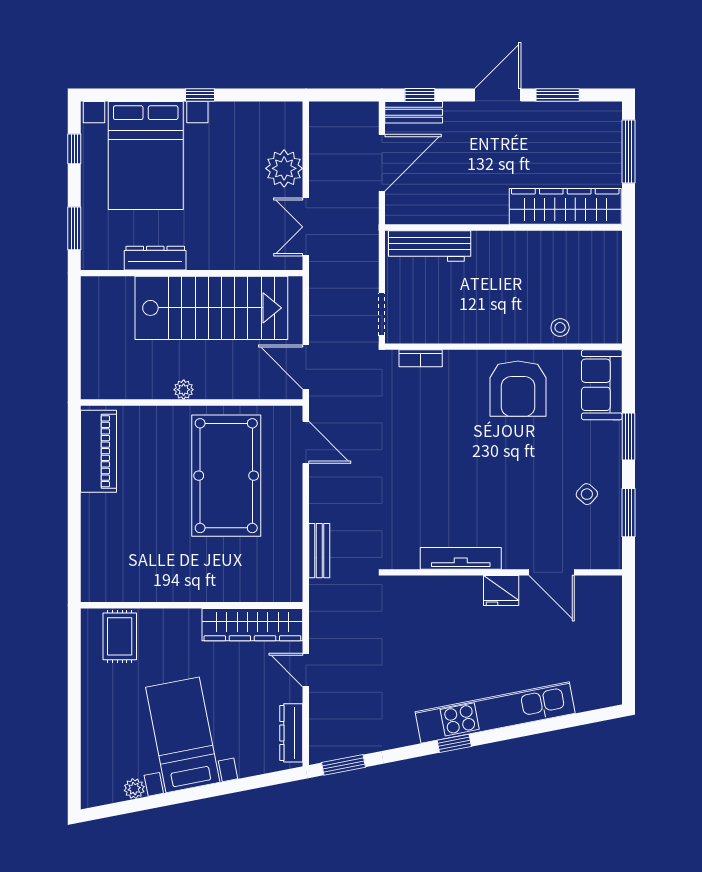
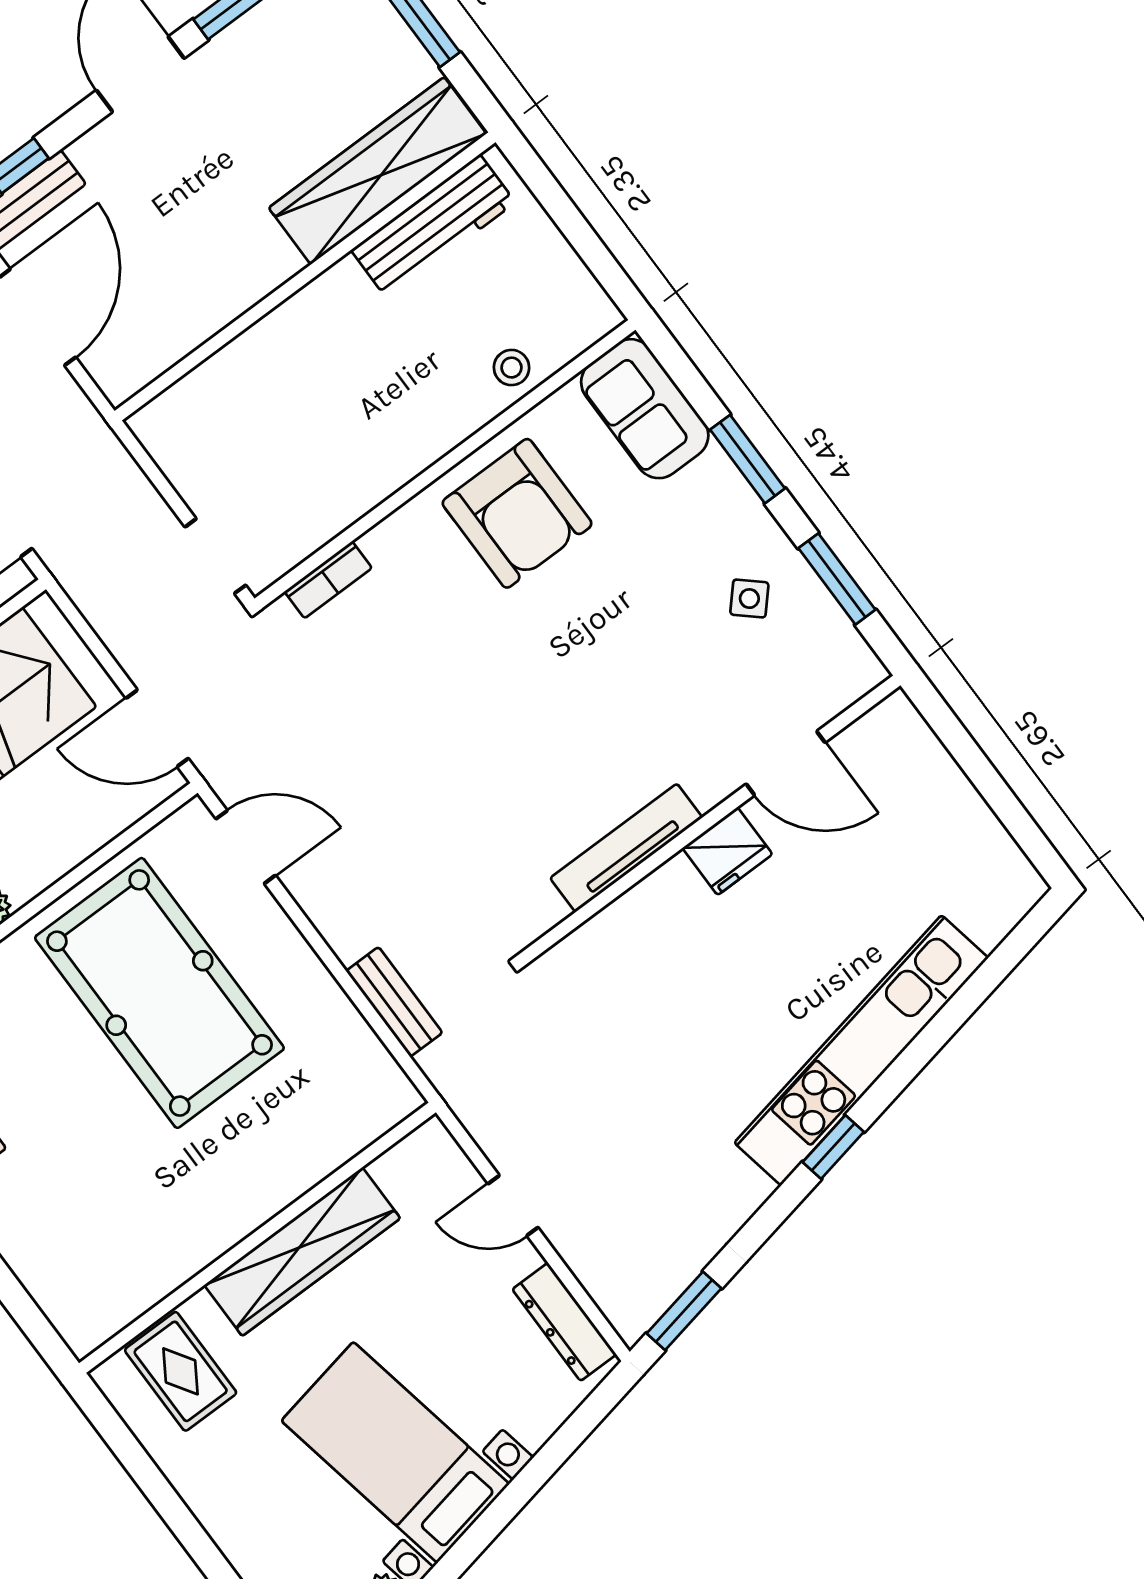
workbench: (430, 246) -> (433, 226), moved
wardrobe: (252, 625) -> (302, 1252), moved

